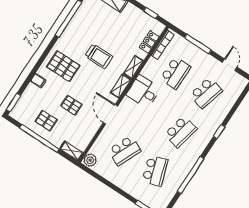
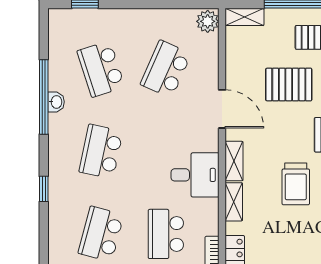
trolley: (99, 56) -> (296, 184), turned -90
pallet: (71, 105) -> (289, 85), width x1.50, depth x1.42
washbasin: (186, 169) -> (56, 102), added

